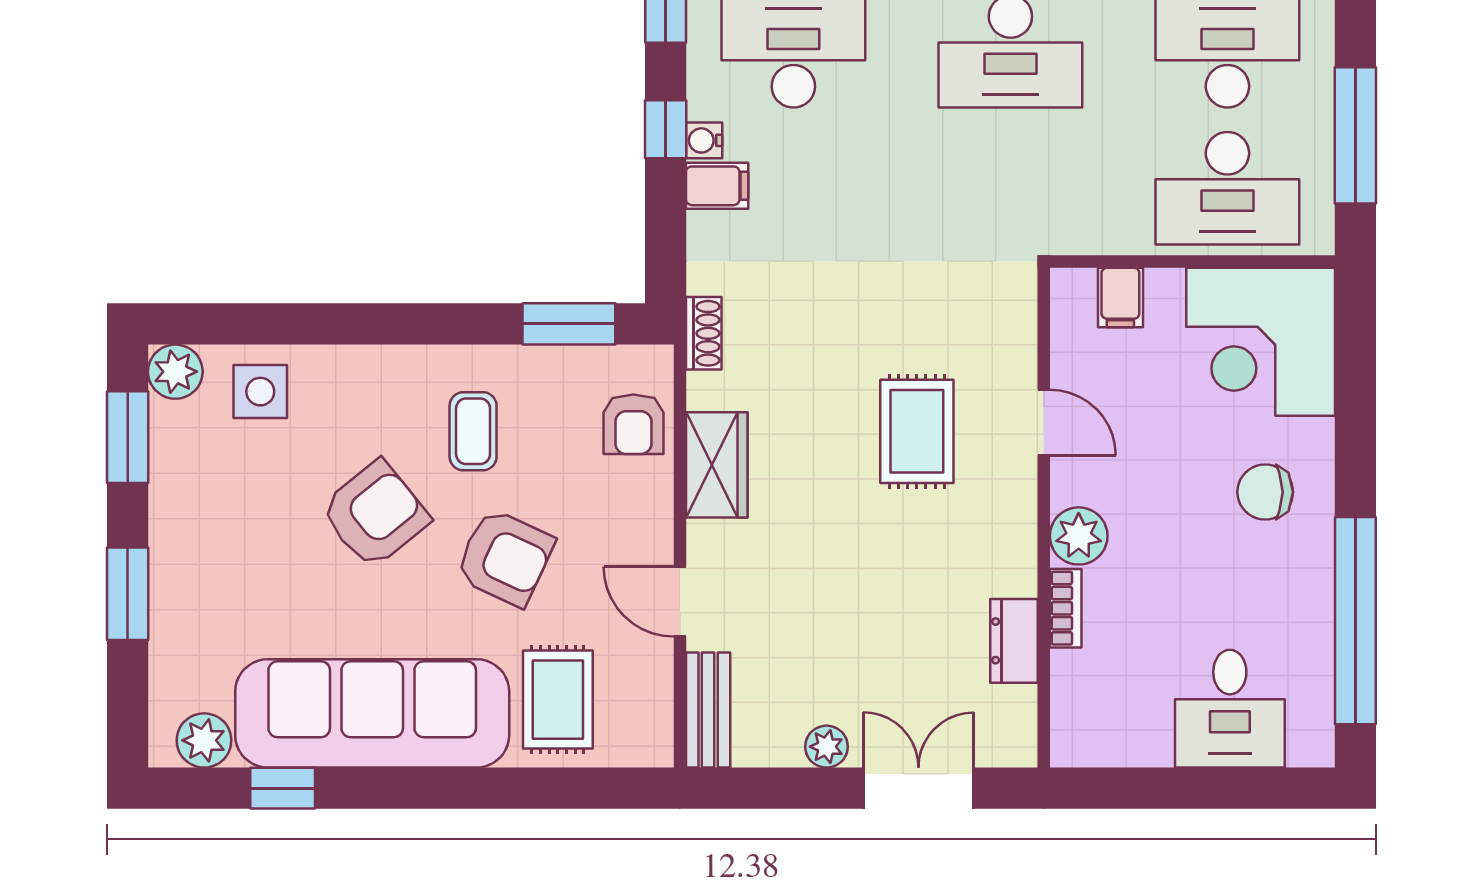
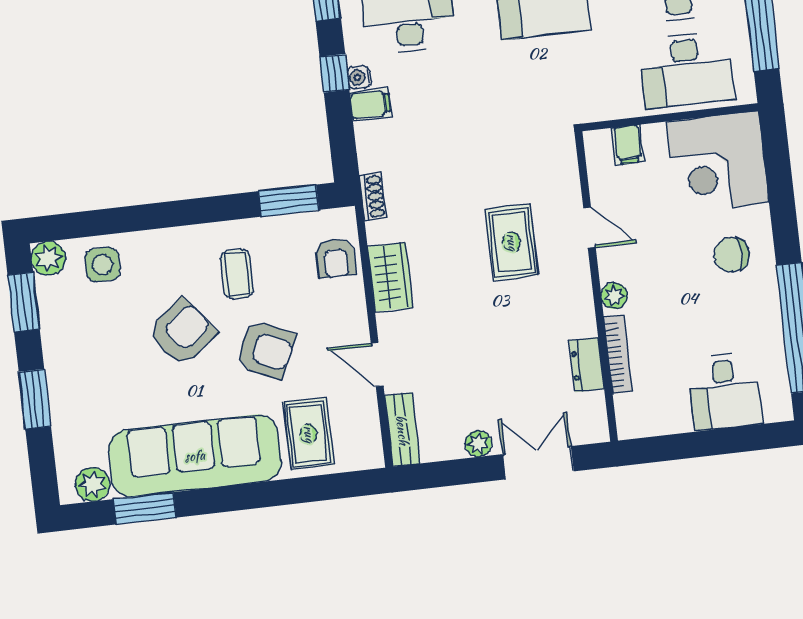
plant: (1079, 536) -> (614, 296), width x0.73, depth x0.73
bookcase: (1066, 608) -> (618, 355), width x1.56
window: (283, 788) -> (145, 508), width x1.50

